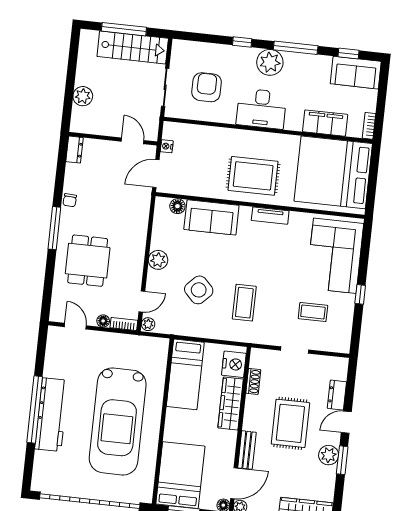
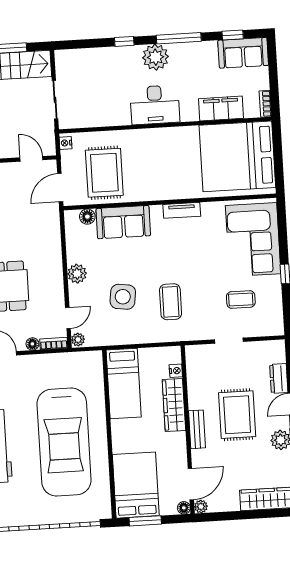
armchair: (207, 87) -> (96, 93), removed
nightstand: (167, 146) -> (66, 143), moved
rug: (253, 176) -> (104, 173), moved, turned 90
side table: (199, 290) -> (123, 297), turned -38
nightstand: (234, 364) -> (176, 371), width x0.53, depth x0.56
shoe rack: (253, 381) -> (193, 379), removed
bench: (247, 450) -> (197, 429), moved

